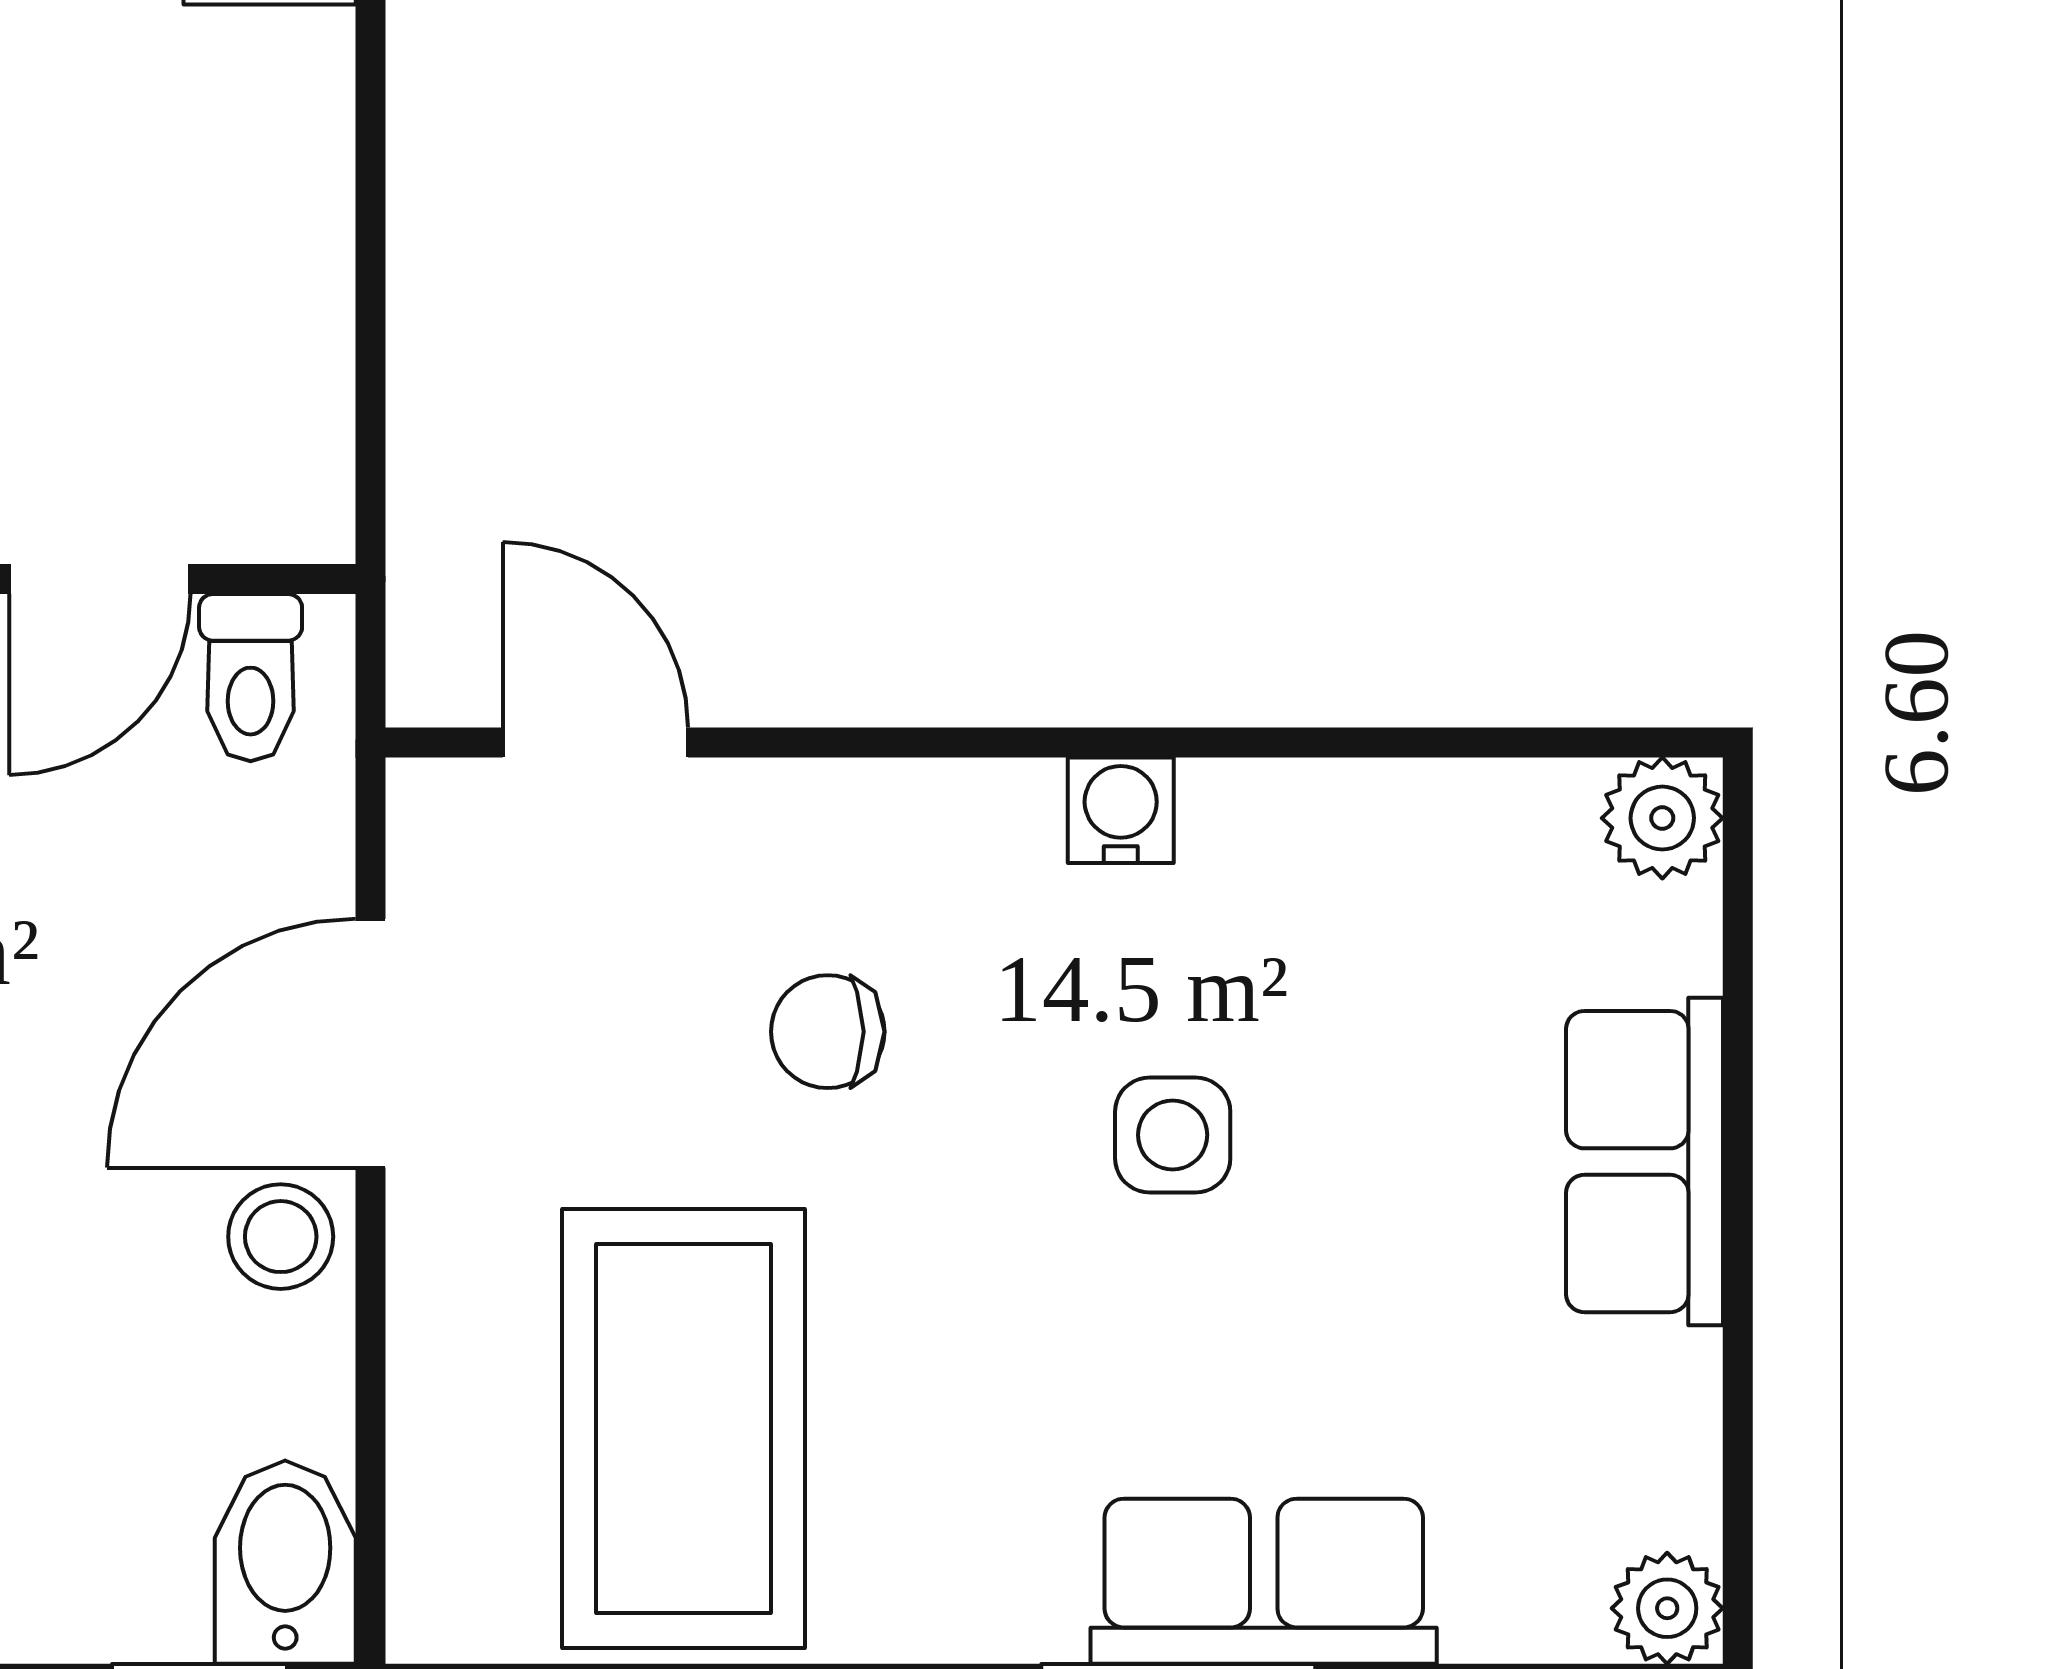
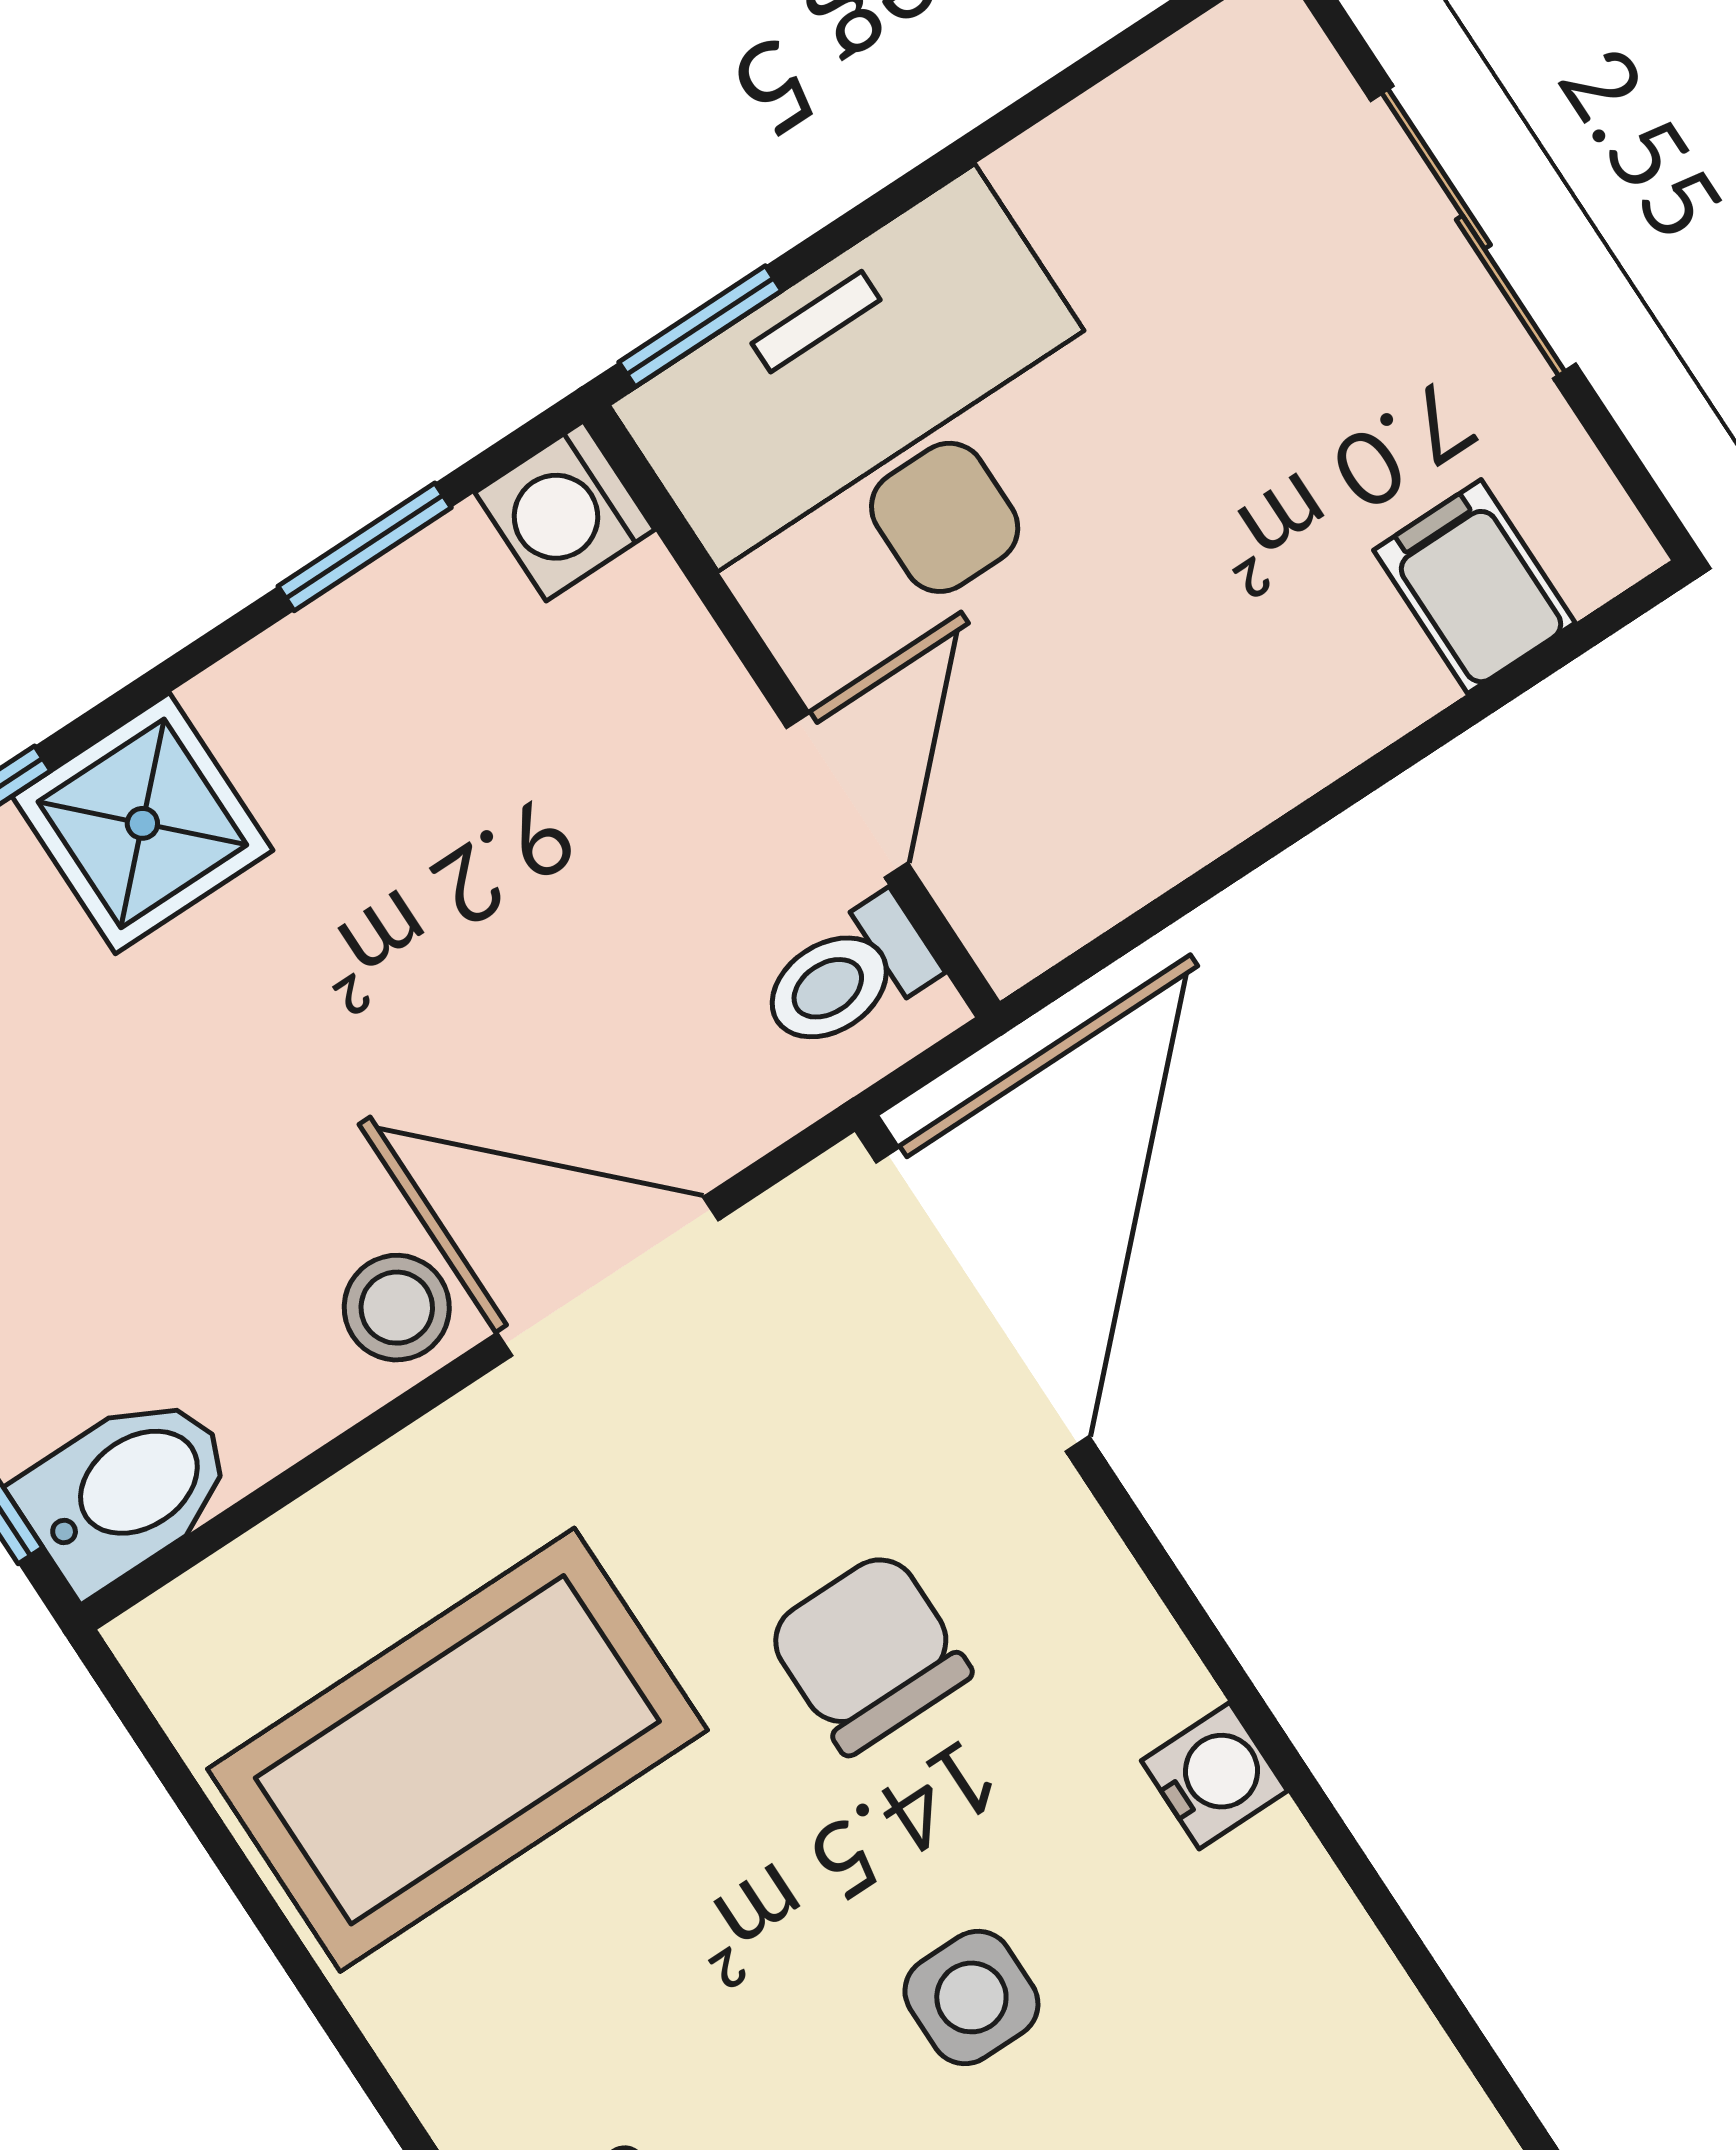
door: (100, 579) -> (847, 795), swing flipped
door: (595, 742) -> (983, 1299), width x1.88
chair: (828, 1032) -> (868, 1652), width x1.37, depth x1.37

